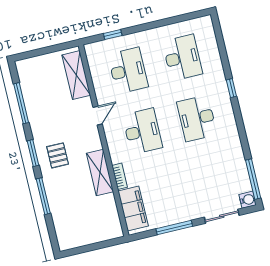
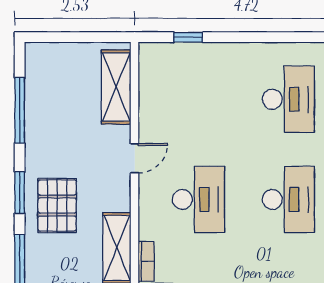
desk: (128, 71) -> (199, 99), removed
desk: (197, 118) -> (288, 199), turned 180
pallet: (58, 155) -> (57, 206), width x1.50, depth x1.42

